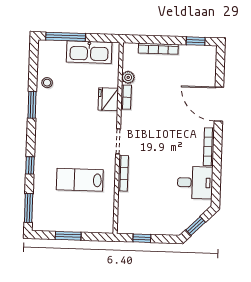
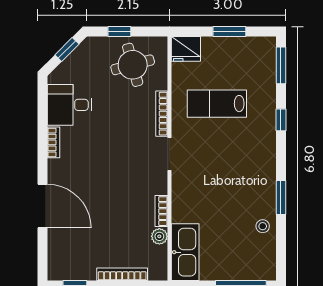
kitchen sink: (89, 52) -> (185, 252), moved, turned 90
fridge: (108, 99) -> (186, 49), moved, turned 90
bookcase: (209, 147) -> (53, 142), width x0.64
lab bench: (80, 180) -> (217, 104), turned 180
round table: (145, 212) -> (133, 65), added
window: (142, 238) -> (119, 32), moved

